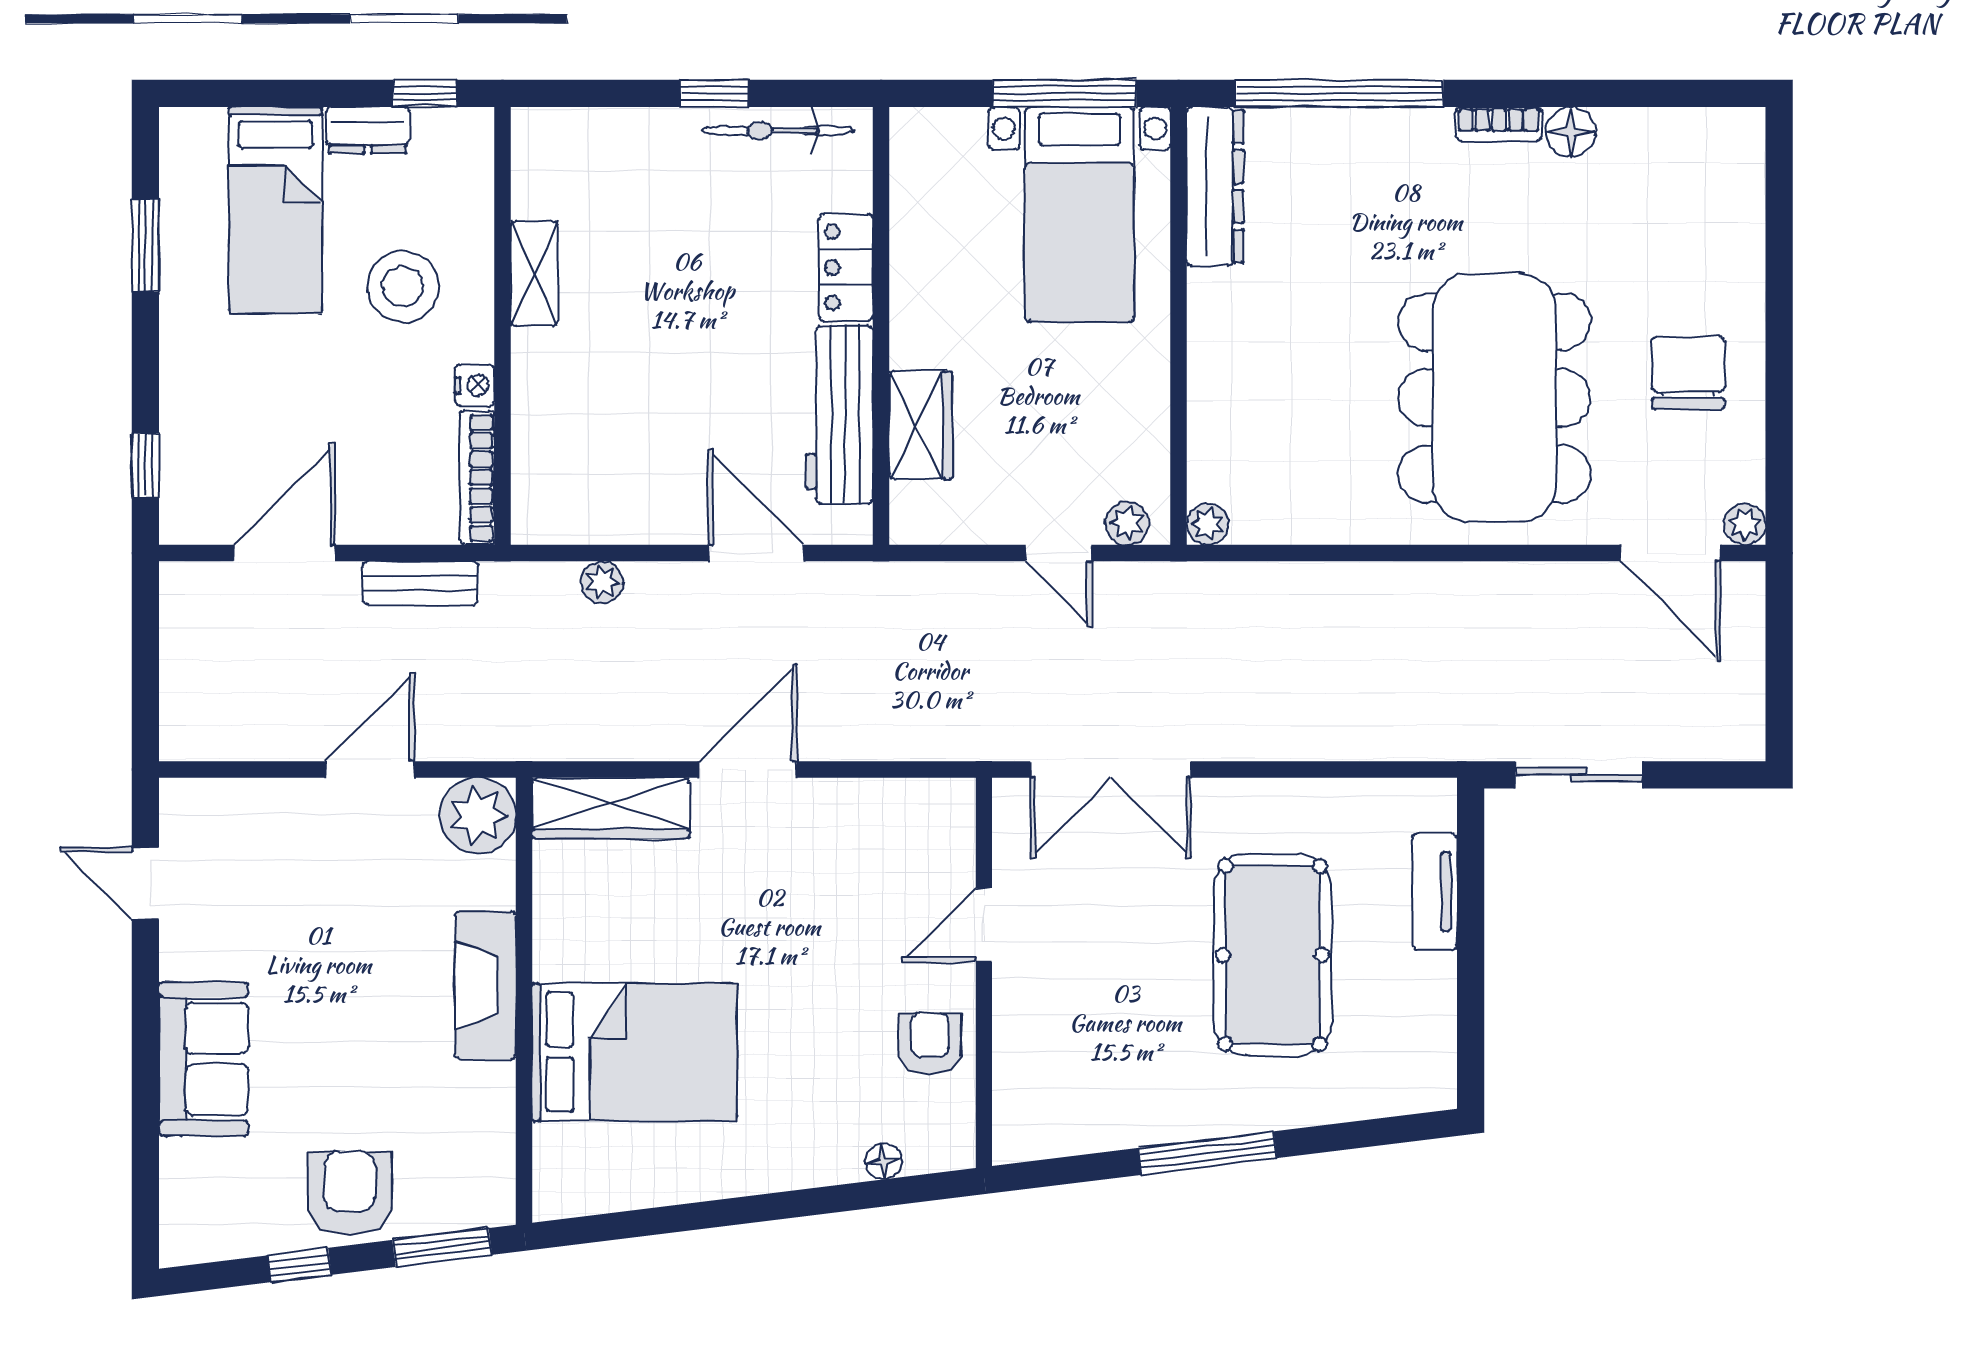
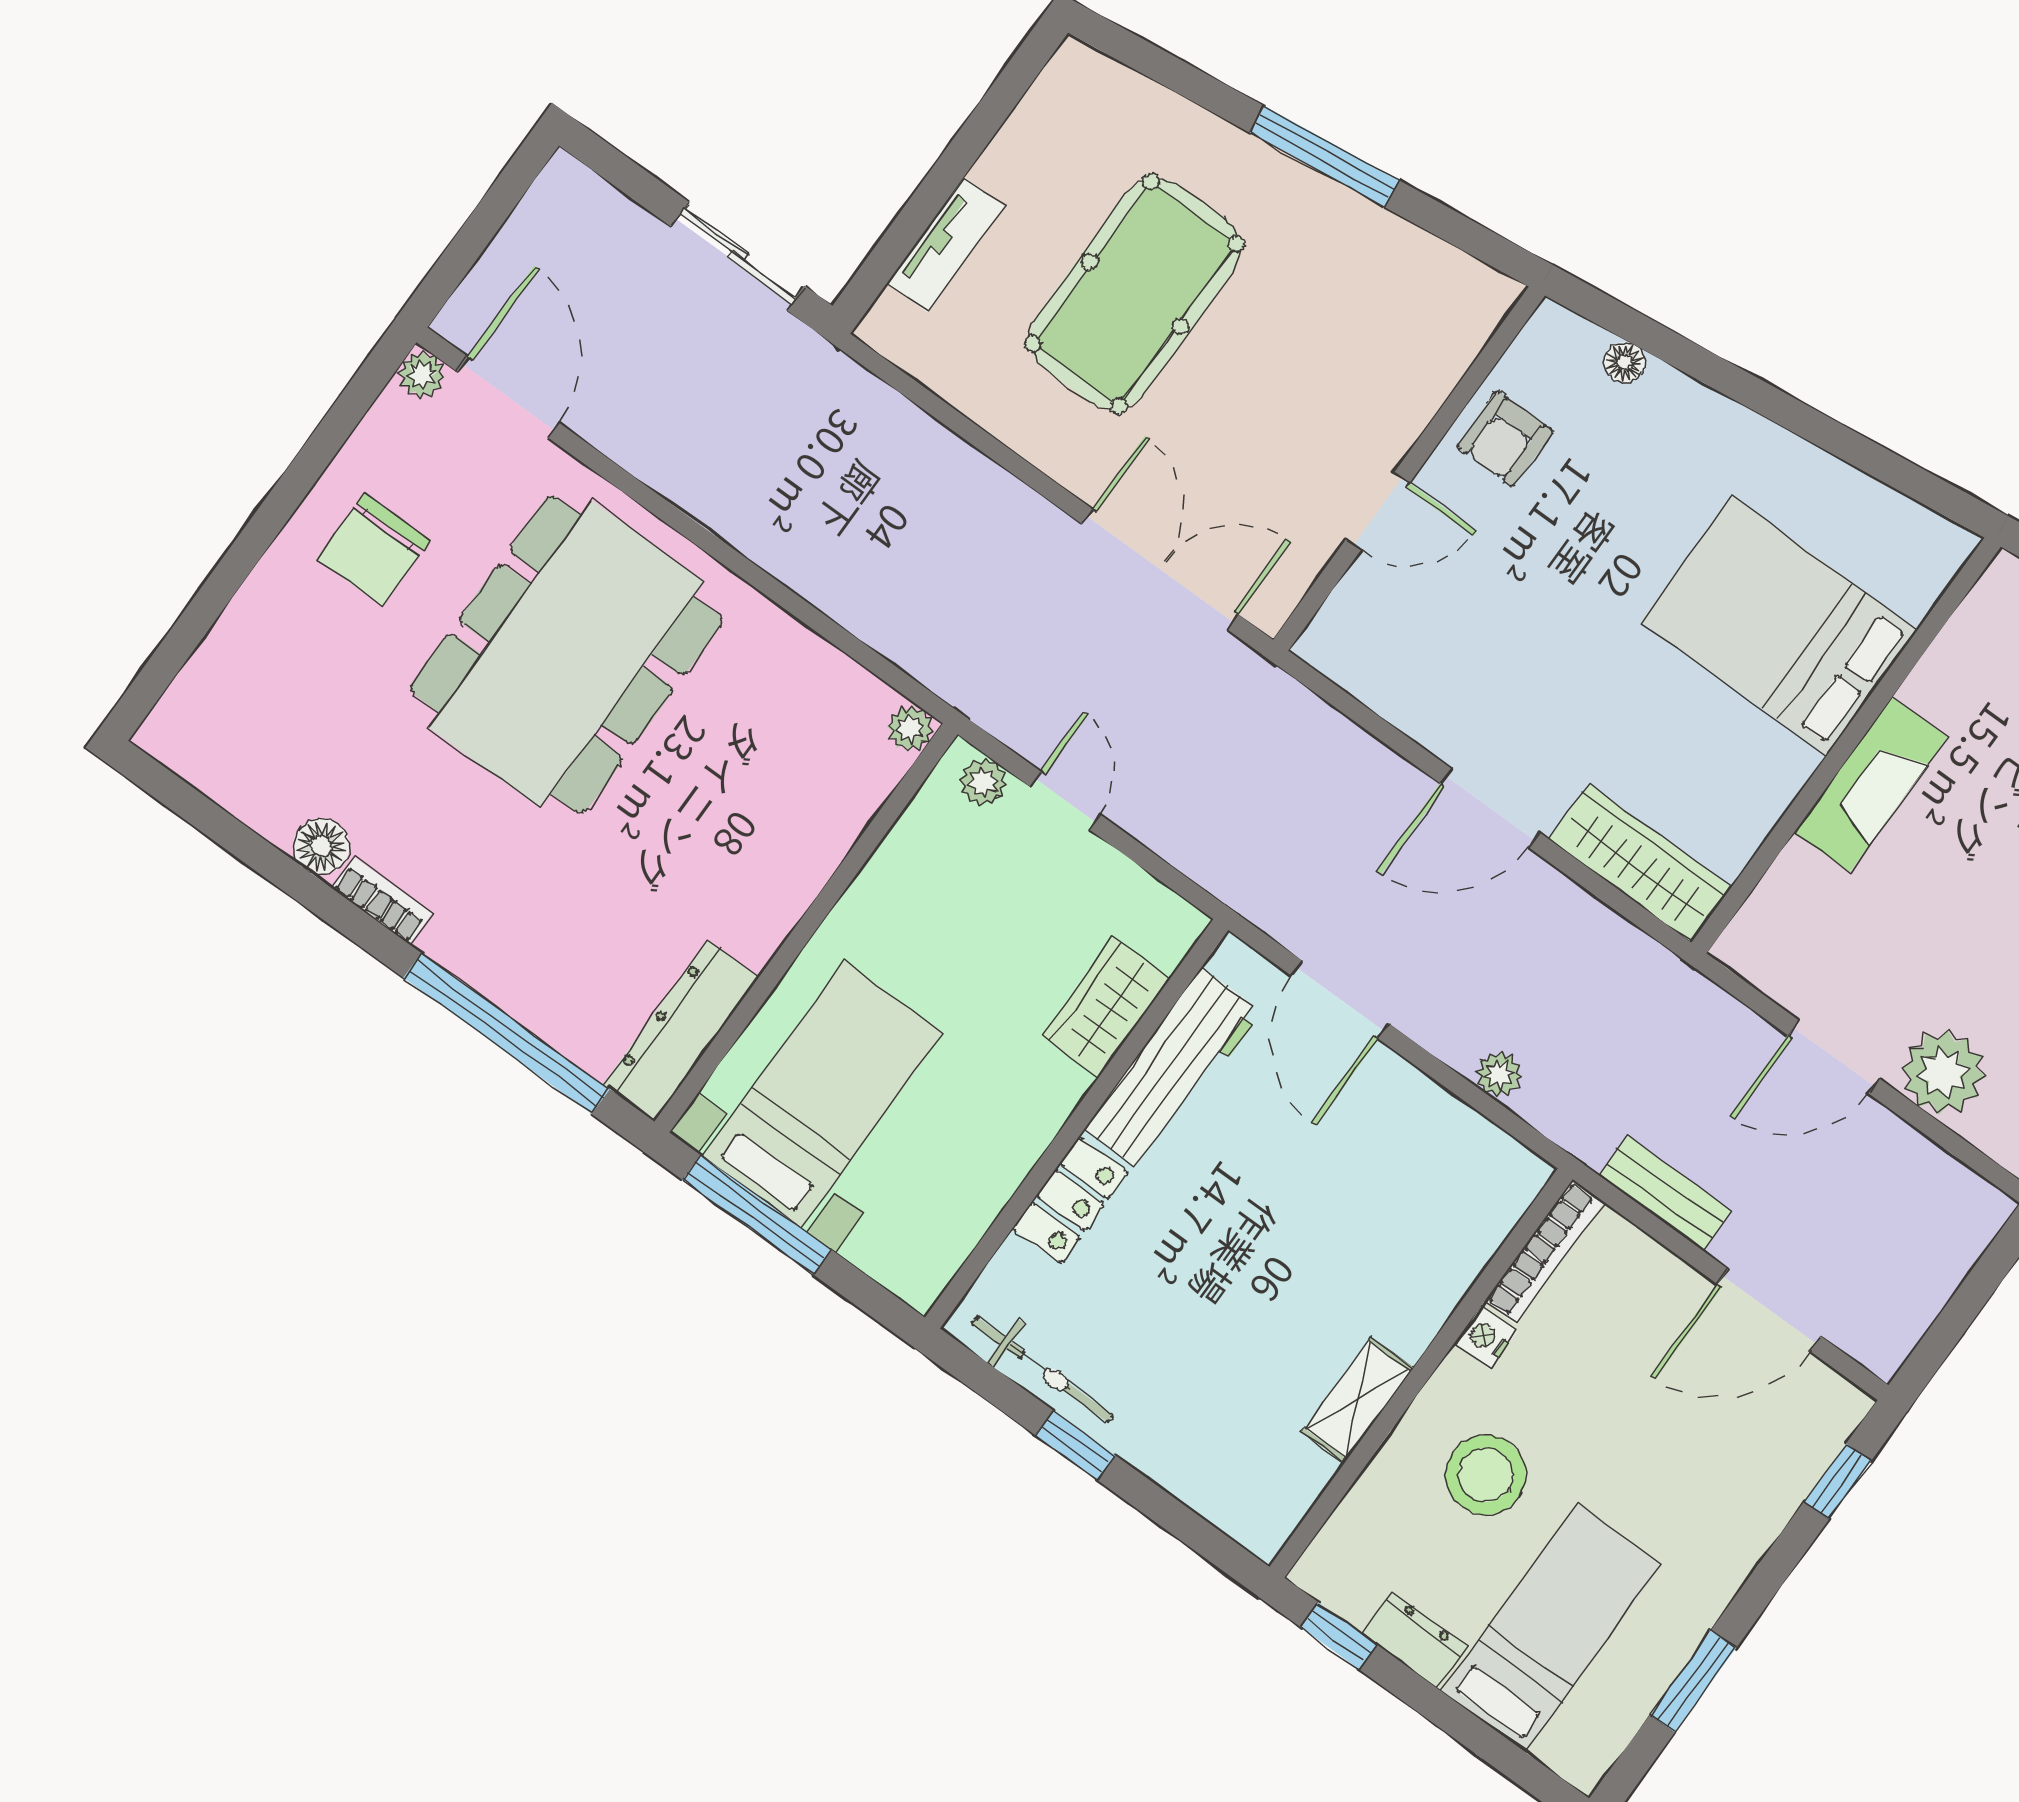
plant: (478, 815) -> (1943, 1073), moved

